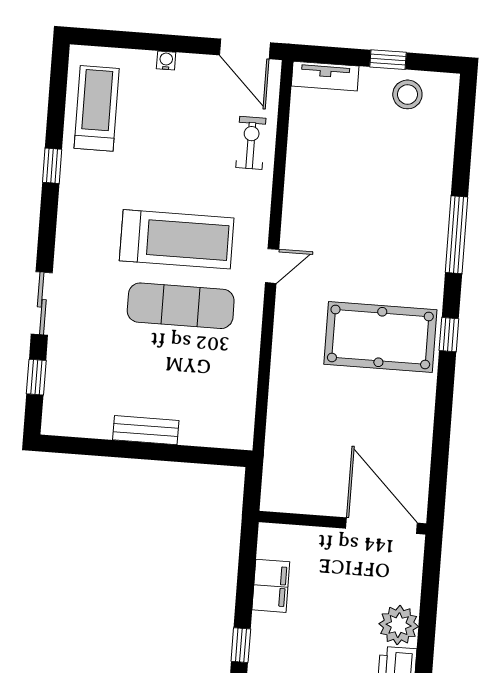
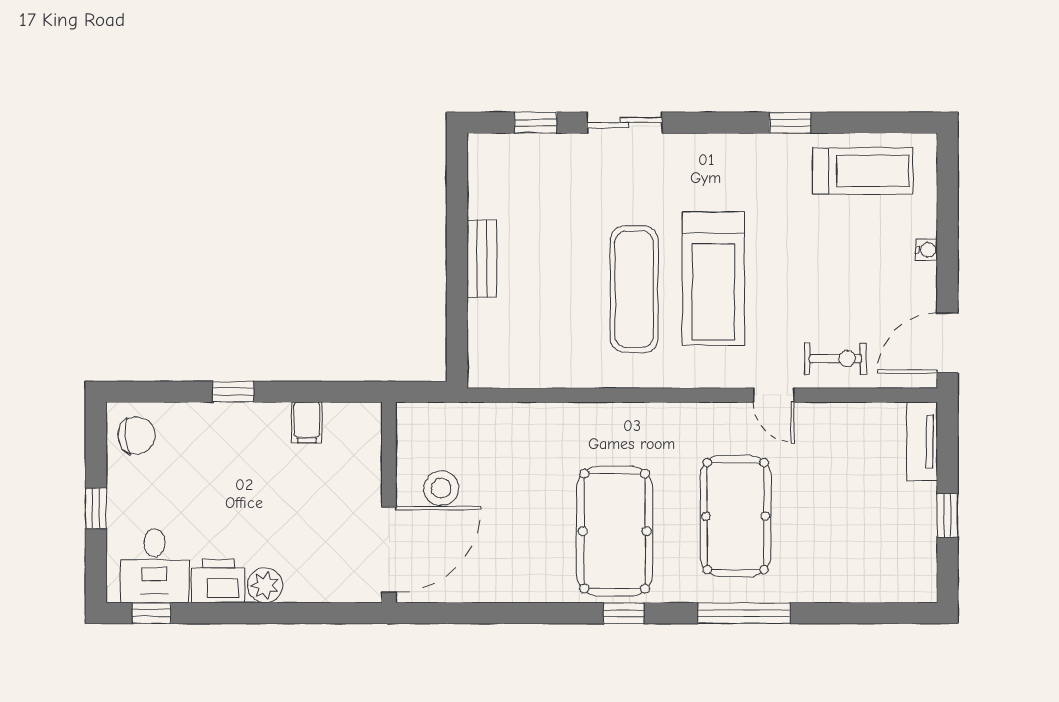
stool: (407, 94) -> (441, 488), moved
pool table: (375, 236) -> (736, 516), added
door: (272, 266) -> (774, 395), moved
filing cabinet: (271, 586) -> (307, 422), width x0.50
plant: (399, 625) -> (265, 585), width x0.73, depth x0.73

